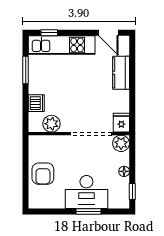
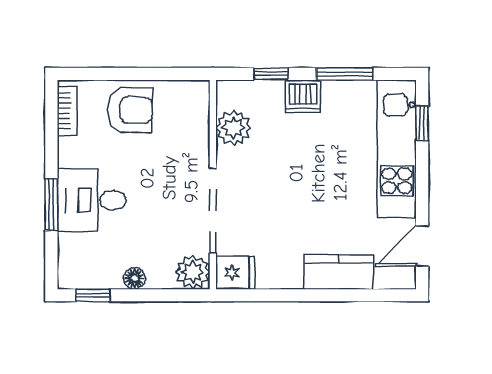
dishwasher: (36, 103) -> (303, 96), moved
window: (26, 106) -> (271, 74), added
armchair: (43, 174) -> (130, 110), turned 180
desk: (86, 192) -> (92, 200), width x0.73
bookcase: (43, 204) -> (67, 111), added

